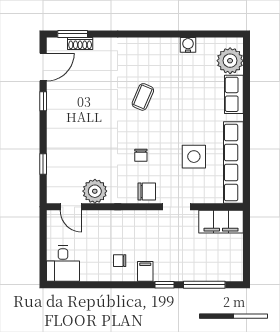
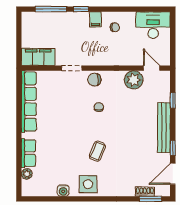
plant: (230, 61) -> (27, 174), width x0.53, depth x0.53
bench: (55, 128) -> (164, 128), added
side table: (194, 157) -> (88, 184), moved
desk: (63, 264) -> (153, 25), width x1.37

